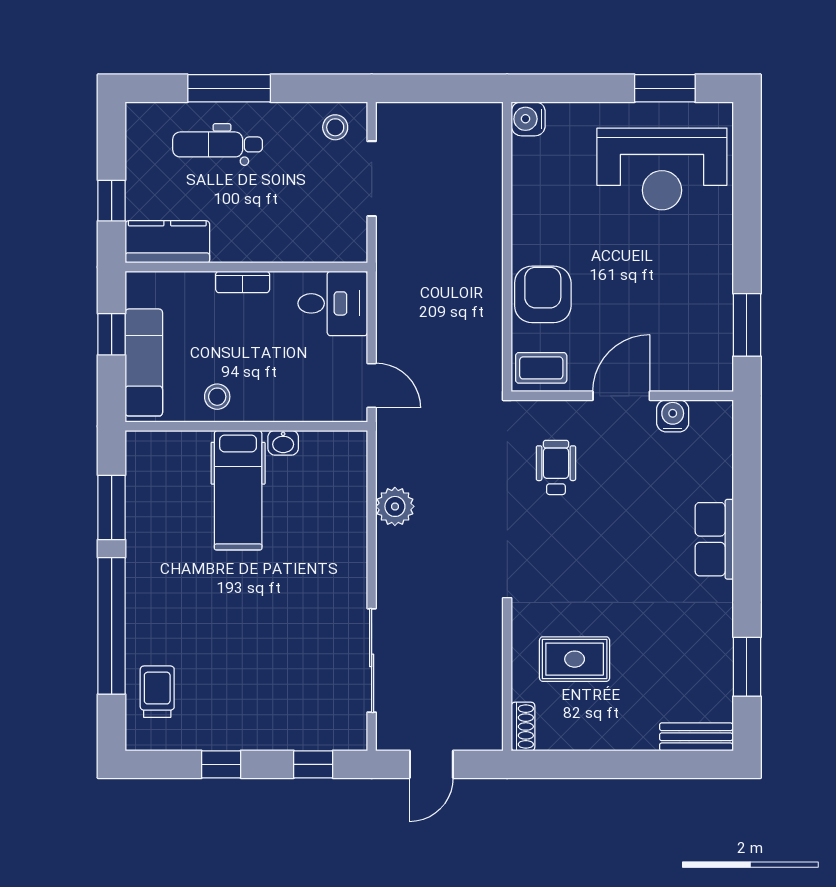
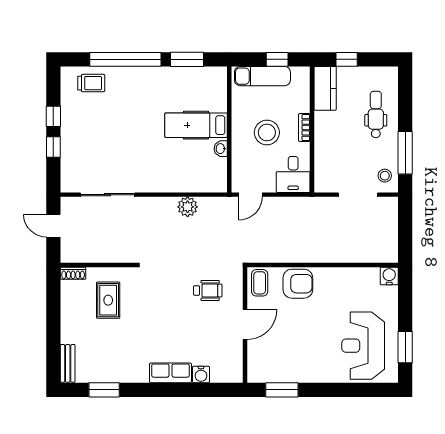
window: (229, 88) -> (405, 153), moved
door: (621, 396) -> (245, 324), hinge flipped
stool: (217, 397) -> (267, 132), moved, width x1.89, depth x1.89
water cooler: (673, 416) -> (201, 374), moved, turned 90
window: (313, 764) -> (53, 147), moved

